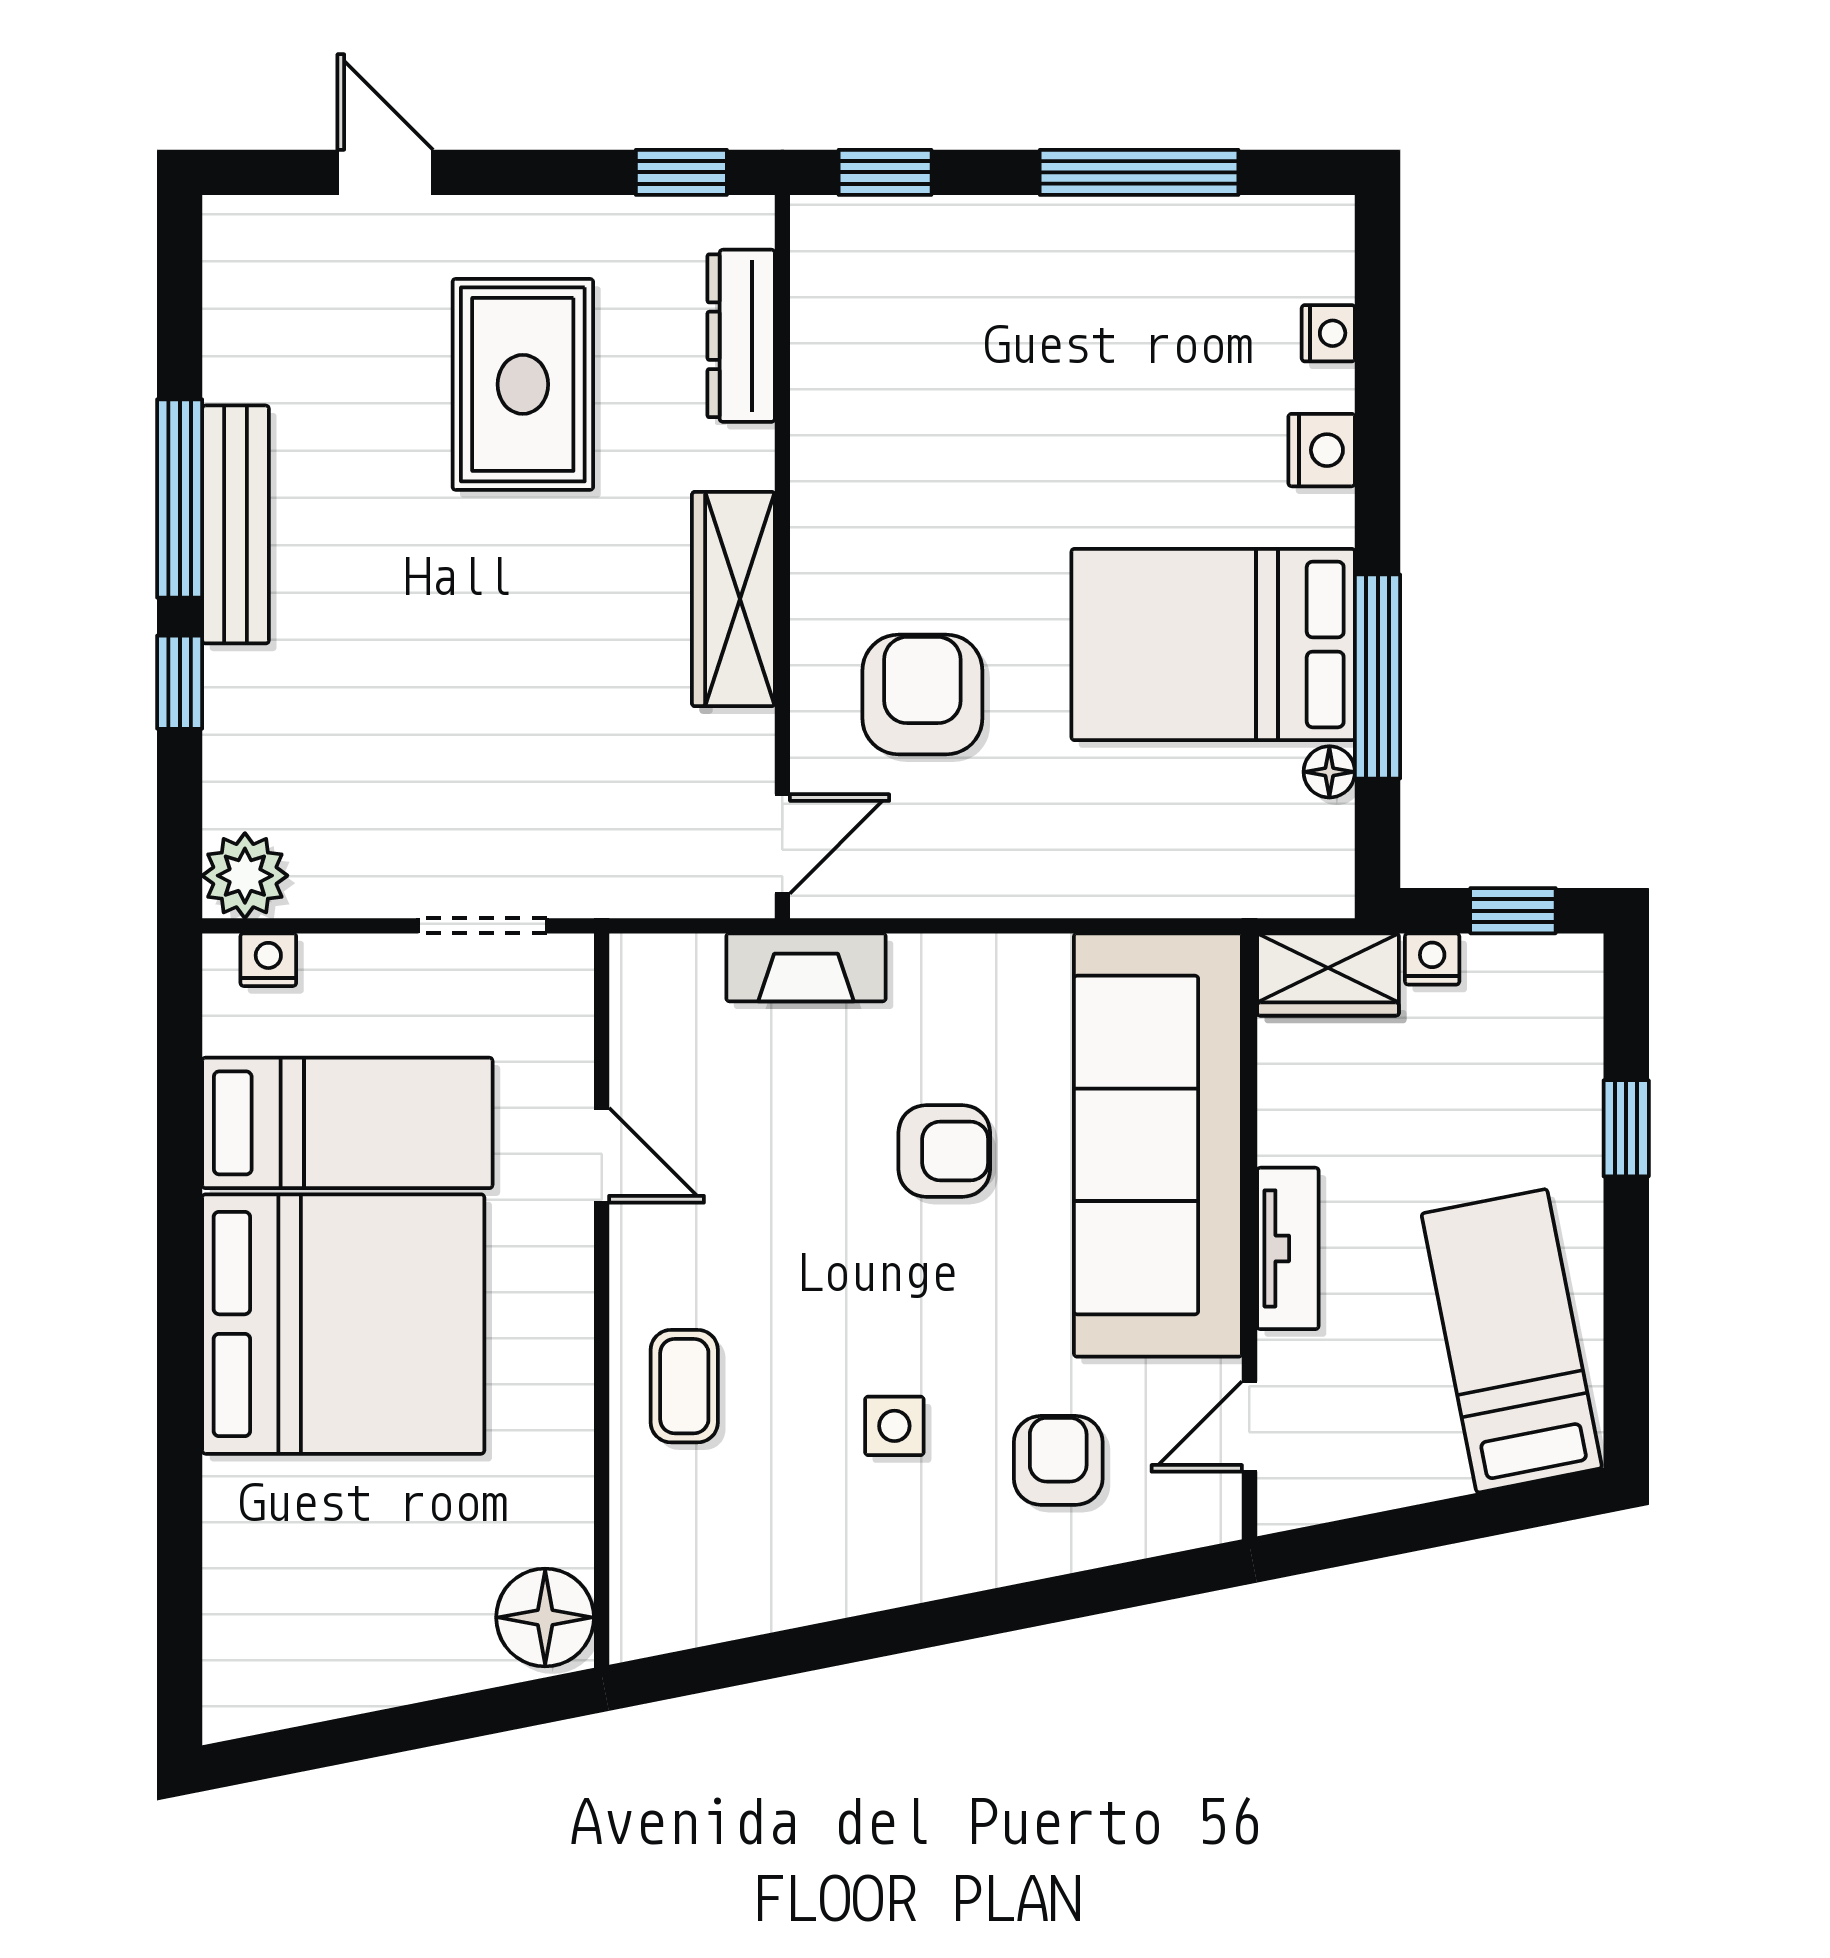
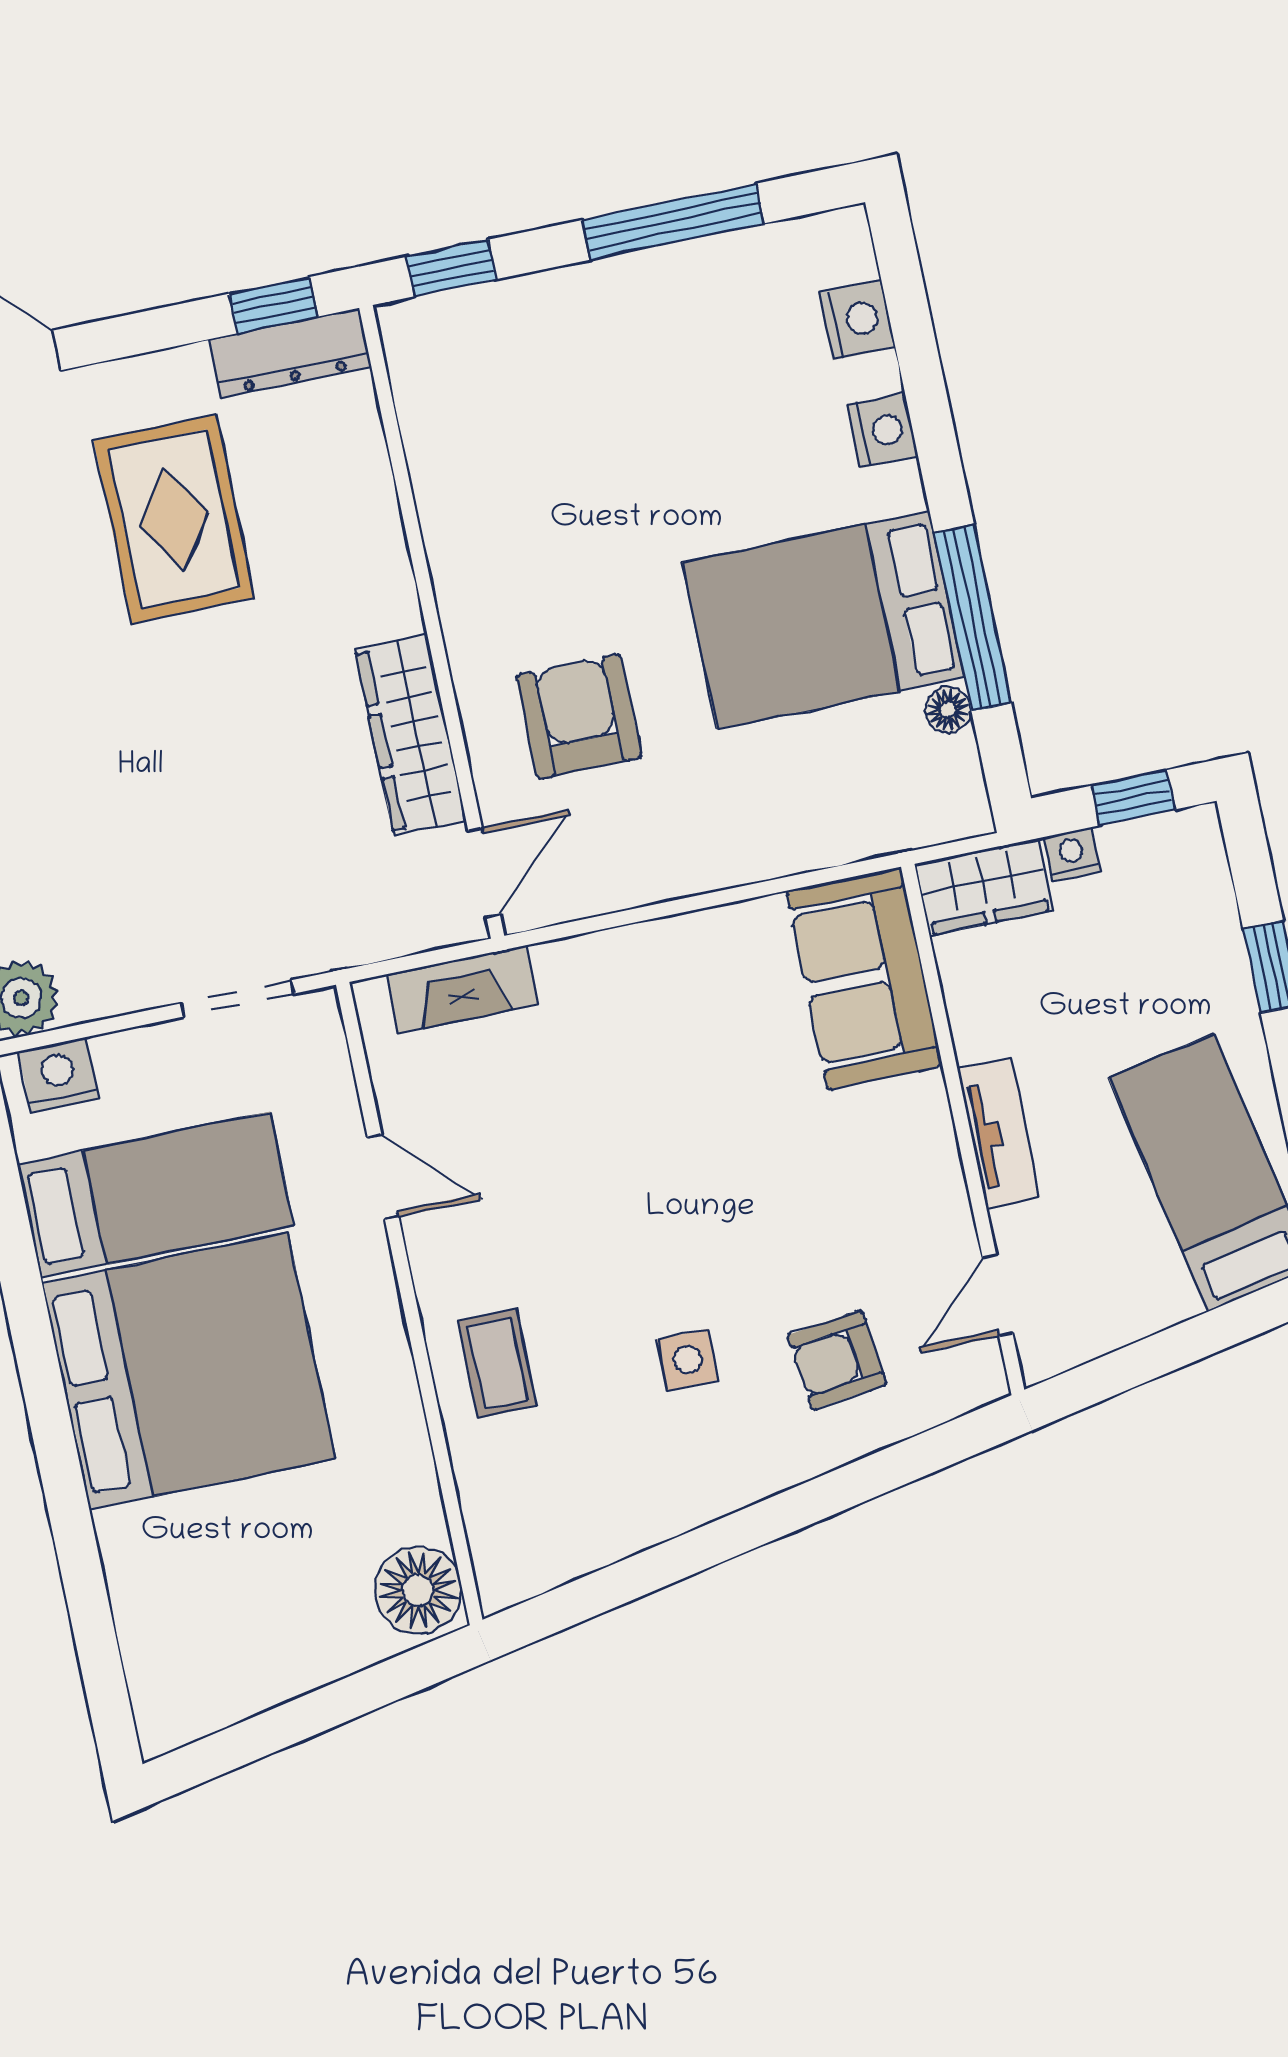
nightstand: (1328, 333) -> (857, 320), width x1.39, depth x1.35
dresser: (741, 336) -> (290, 353), moved, turned -90
wardrobe: (733, 599) -> (411, 735), moved
nightstand: (268, 960) -> (58, 1075), width x1.39, depth x1.35
fireplace: (806, 967) -> (462, 989), moved
sofa: (1158, 1145) -> (864, 978), width x0.54, depth x0.79
armchair: (944, 1151) -> (681, 1111), removed
armchair: (1058, 1460) -> (837, 1360), turned -97

